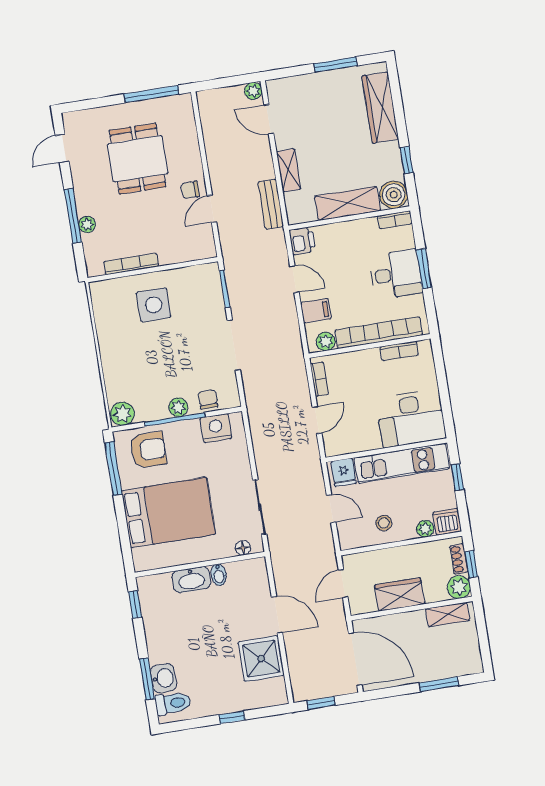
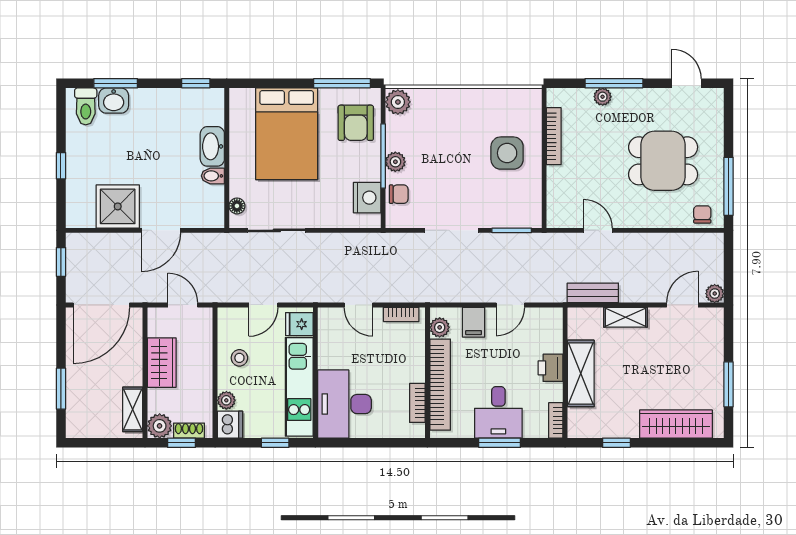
chair: (190, 190) -> (702, 214), moved
boiler: (394, 195) -> (582, 423), removed
printer: (302, 241) -> (550, 368), moved, turned 90

